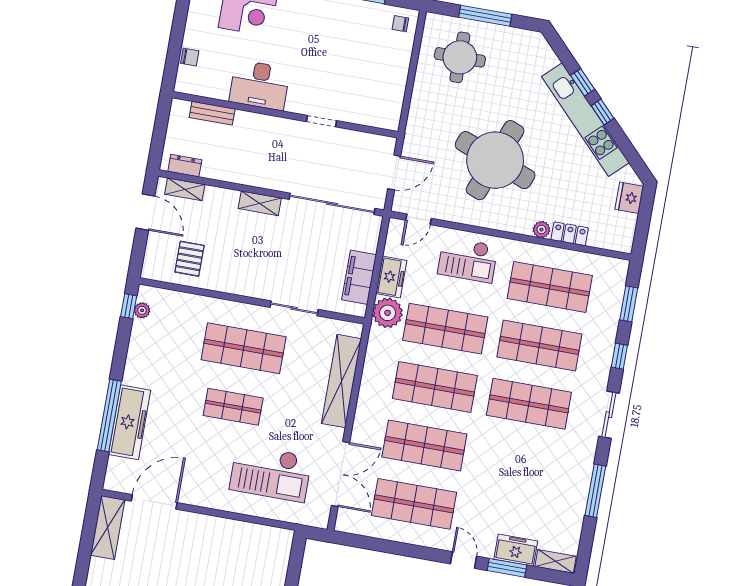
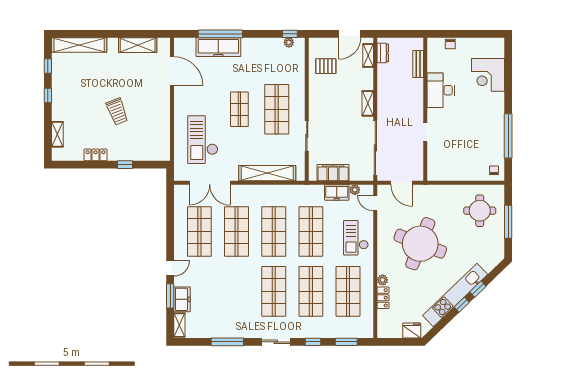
plant: (388, 313) -> (355, 190), moved, width x0.53, depth x0.53
shelving: (108, 528) -> (138, 45), moved

